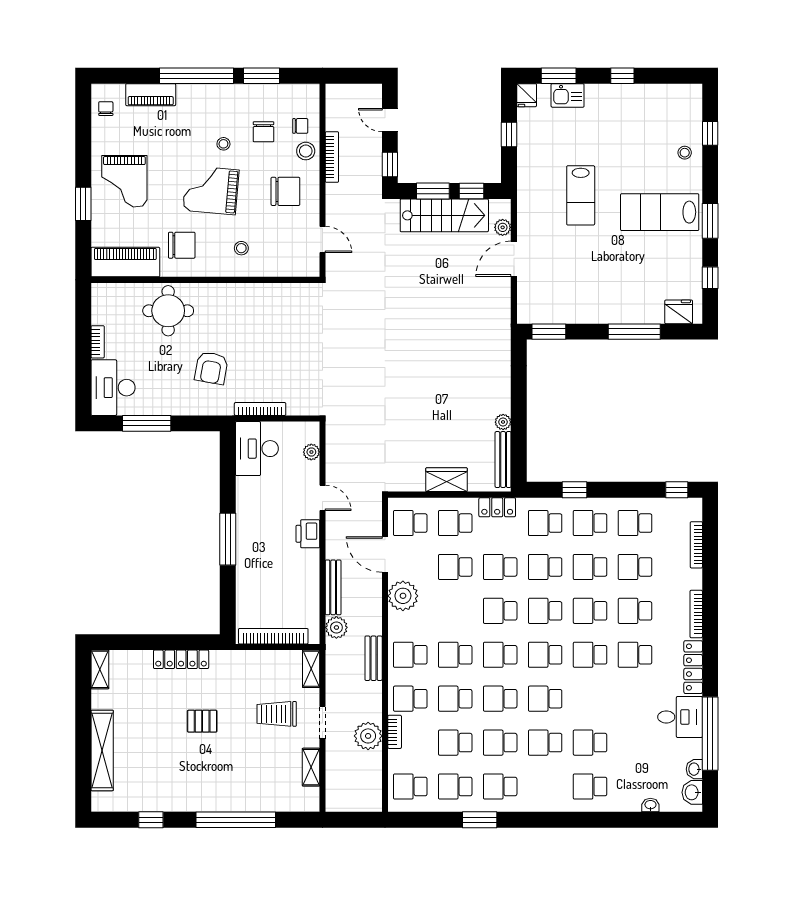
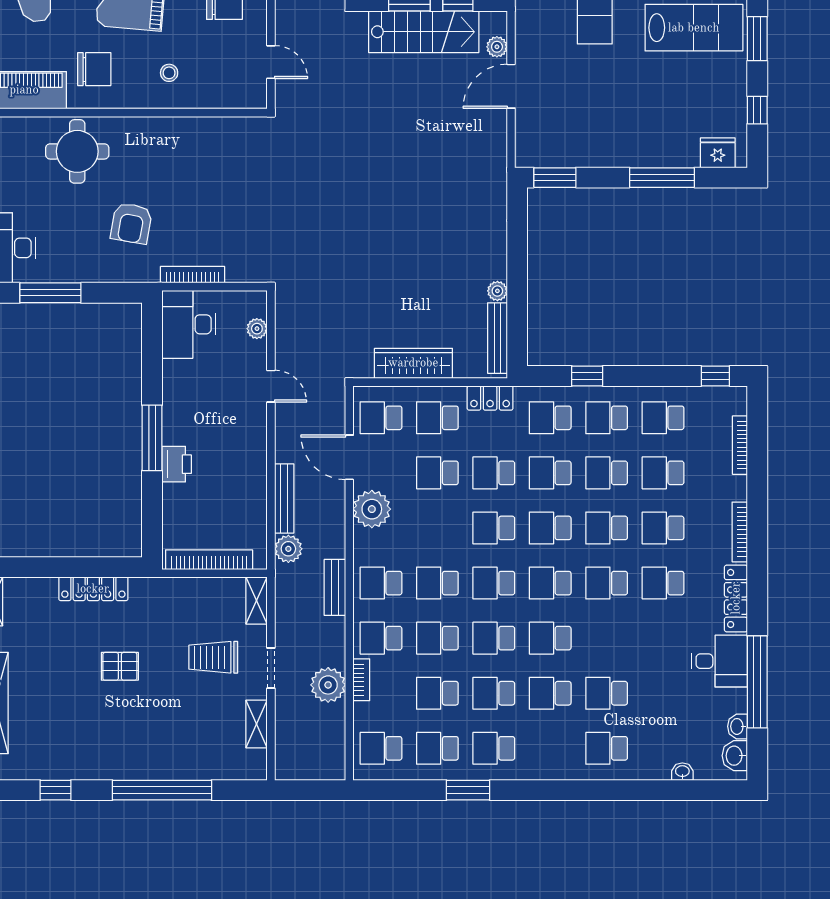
lab bench: (660, 212) -> (694, 28), turned 180
wardrobe: (446, 480) -> (413, 363), width x1.50
printer: (308, 534) -> (177, 464), moved, turned 180

